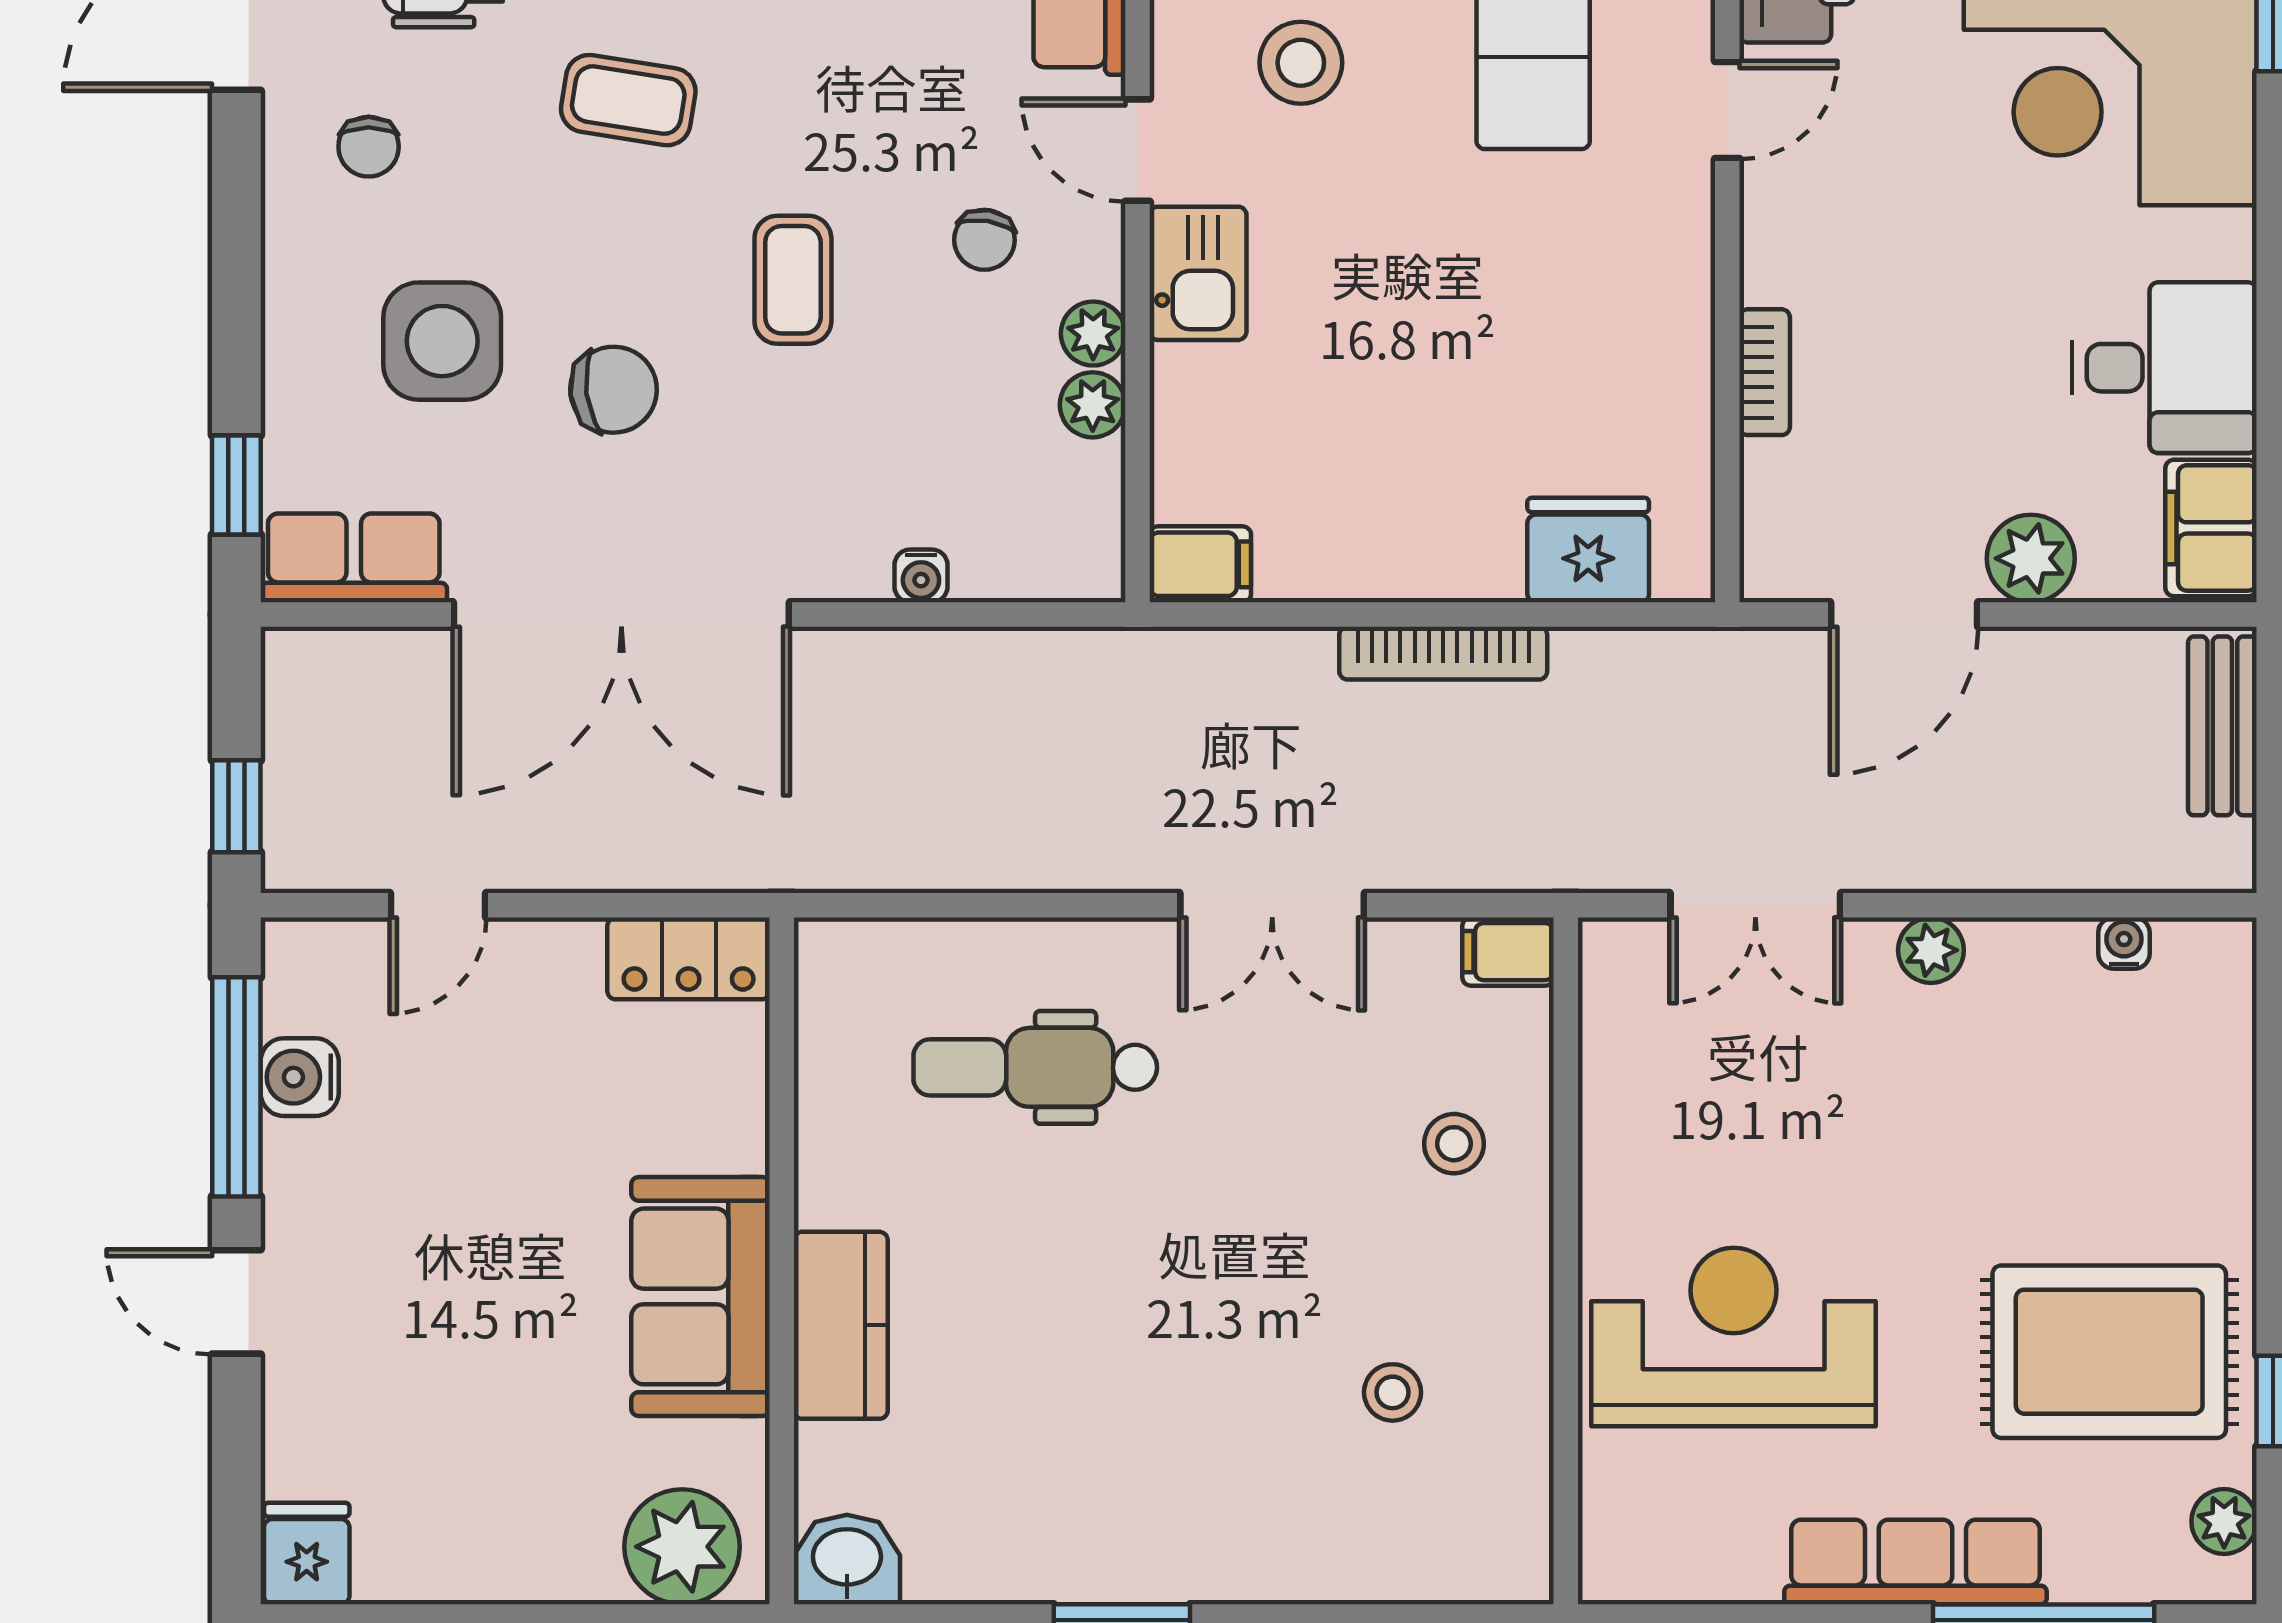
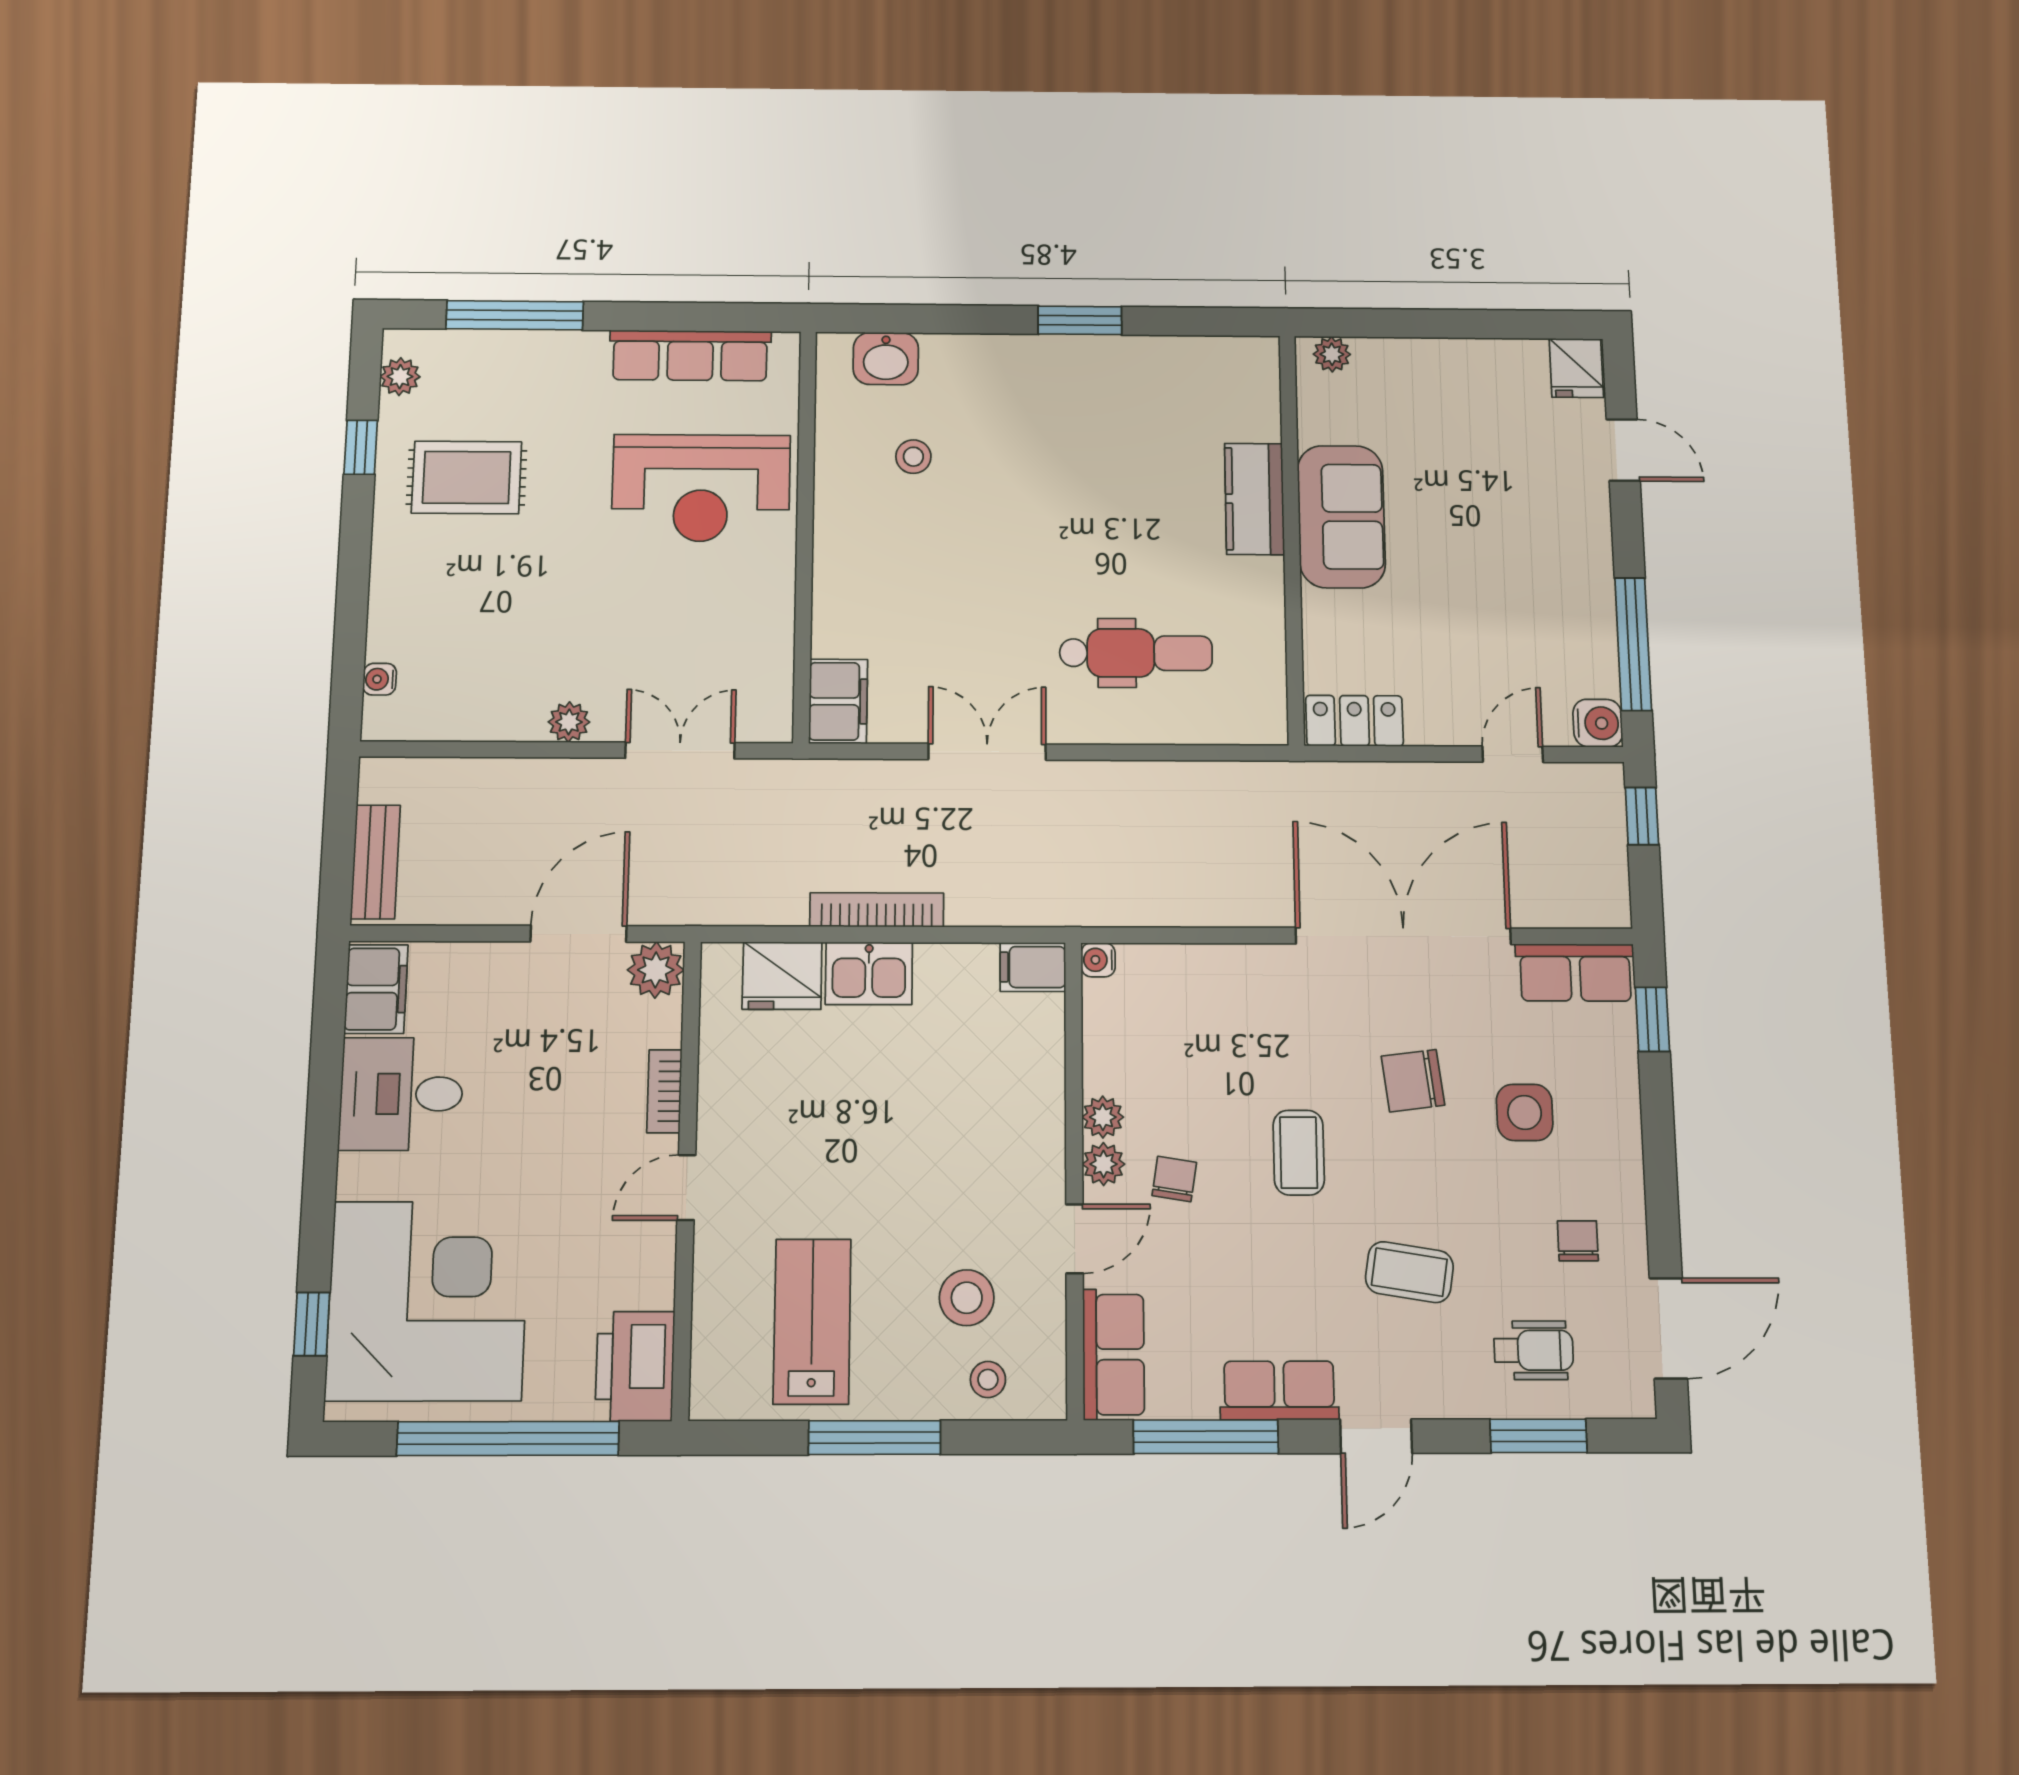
door: (1727, 110) -> (686, 1187), moved
door: (1137, 150) -> (1075, 1239), hinge flipped
kitchen sink: (1198, 273) -> (869, 973), moved, turned -90
side table: (442, 341) -> (1525, 1112), width x0.73, depth x0.73
plant: (1093, 405) -> (1103, 1164), moved
plant: (2031, 558) -> (656, 970), moved
water cooler: (921, 576) -> (1098, 960), moved, turned -90
water cooler: (2124, 943) -> (380, 679), moved, turned 90
filing cabinet: (1508, 952) -> (838, 701), width x2.00
water cooler: (300, 1077) -> (1598, 723), moved
stool: (1454, 1144) -> (874, 605), removed
door: (236, 1302) -> (1623, 450), moved
rug: (2109, 1352) -> (467, 477), width x0.73, depth x0.70
plant: (682, 1547) -> (1332, 354), width x0.53, depth x0.53
washbasin: (847, 1560) -> (886, 359), moved
row of seats: (1916, 1562) -> (690, 355), moved

